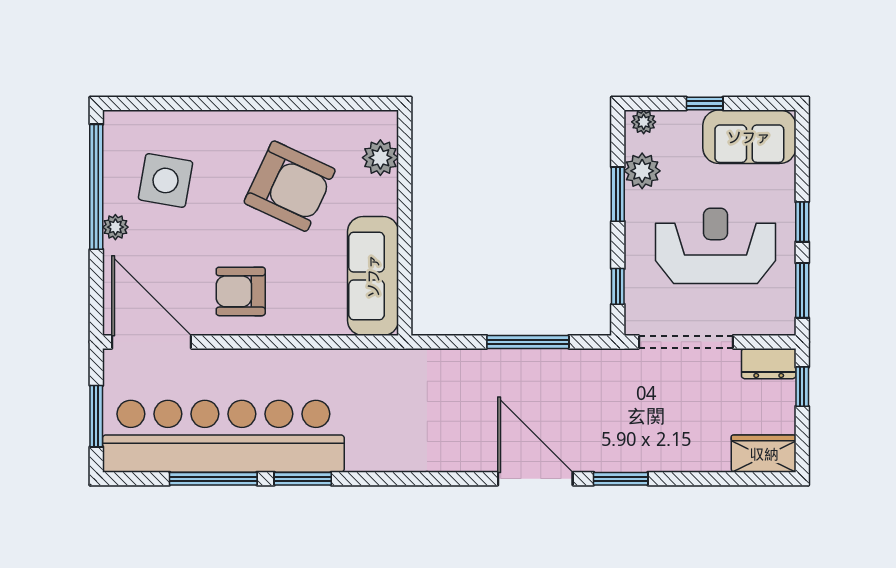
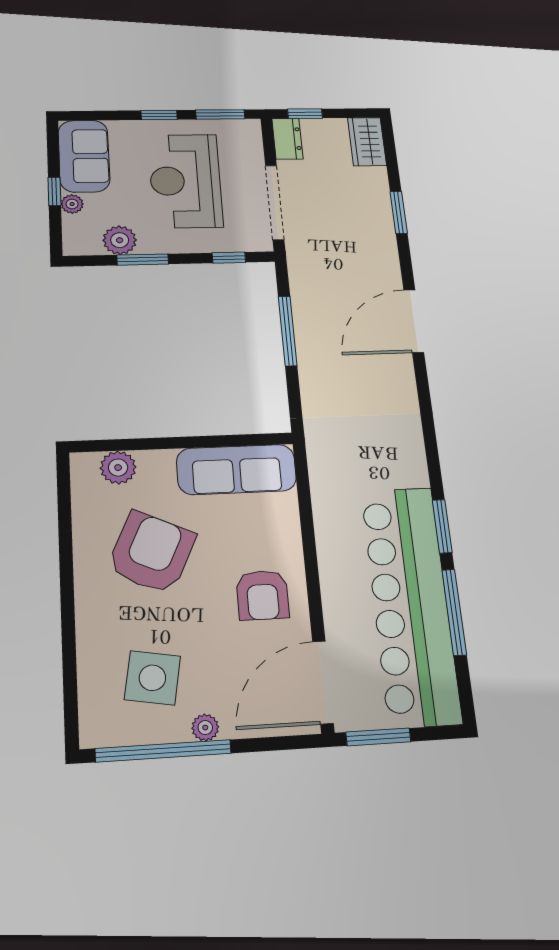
plant: (644, 122) -> (72, 204), moved
window: (96, 416) -> (378, 737), moved
window: (621, 479) -> (399, 212), moved

